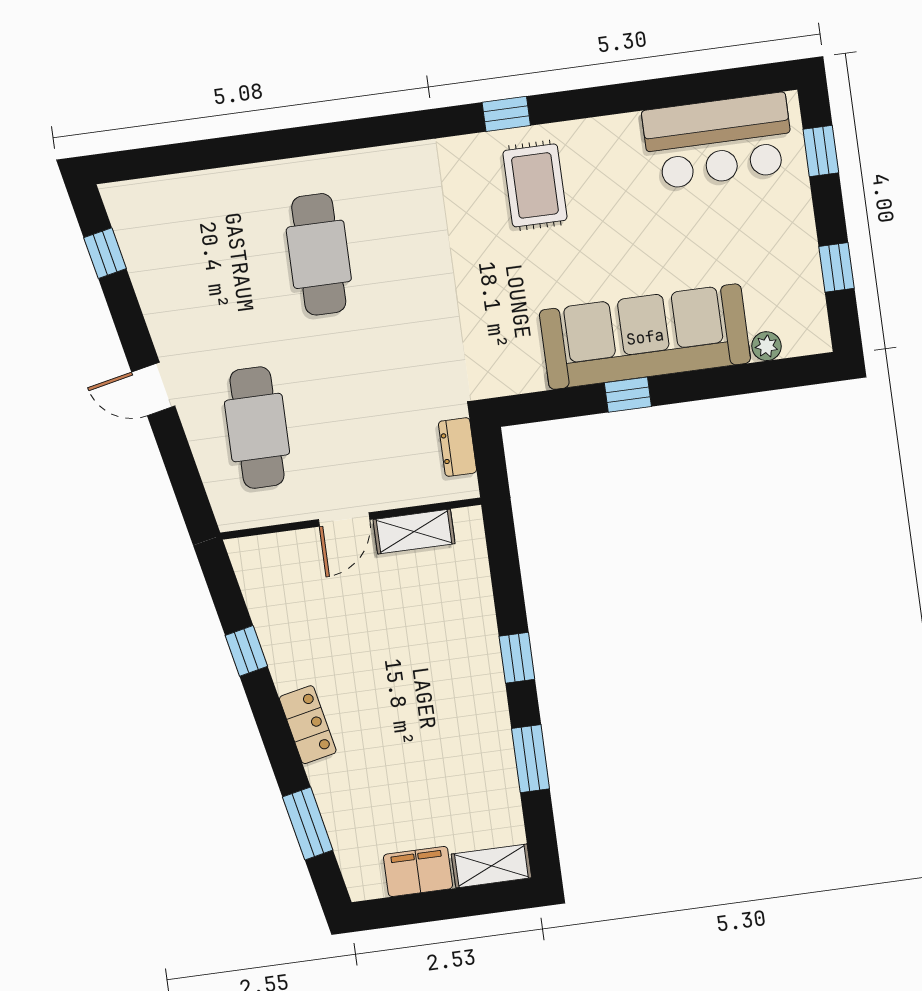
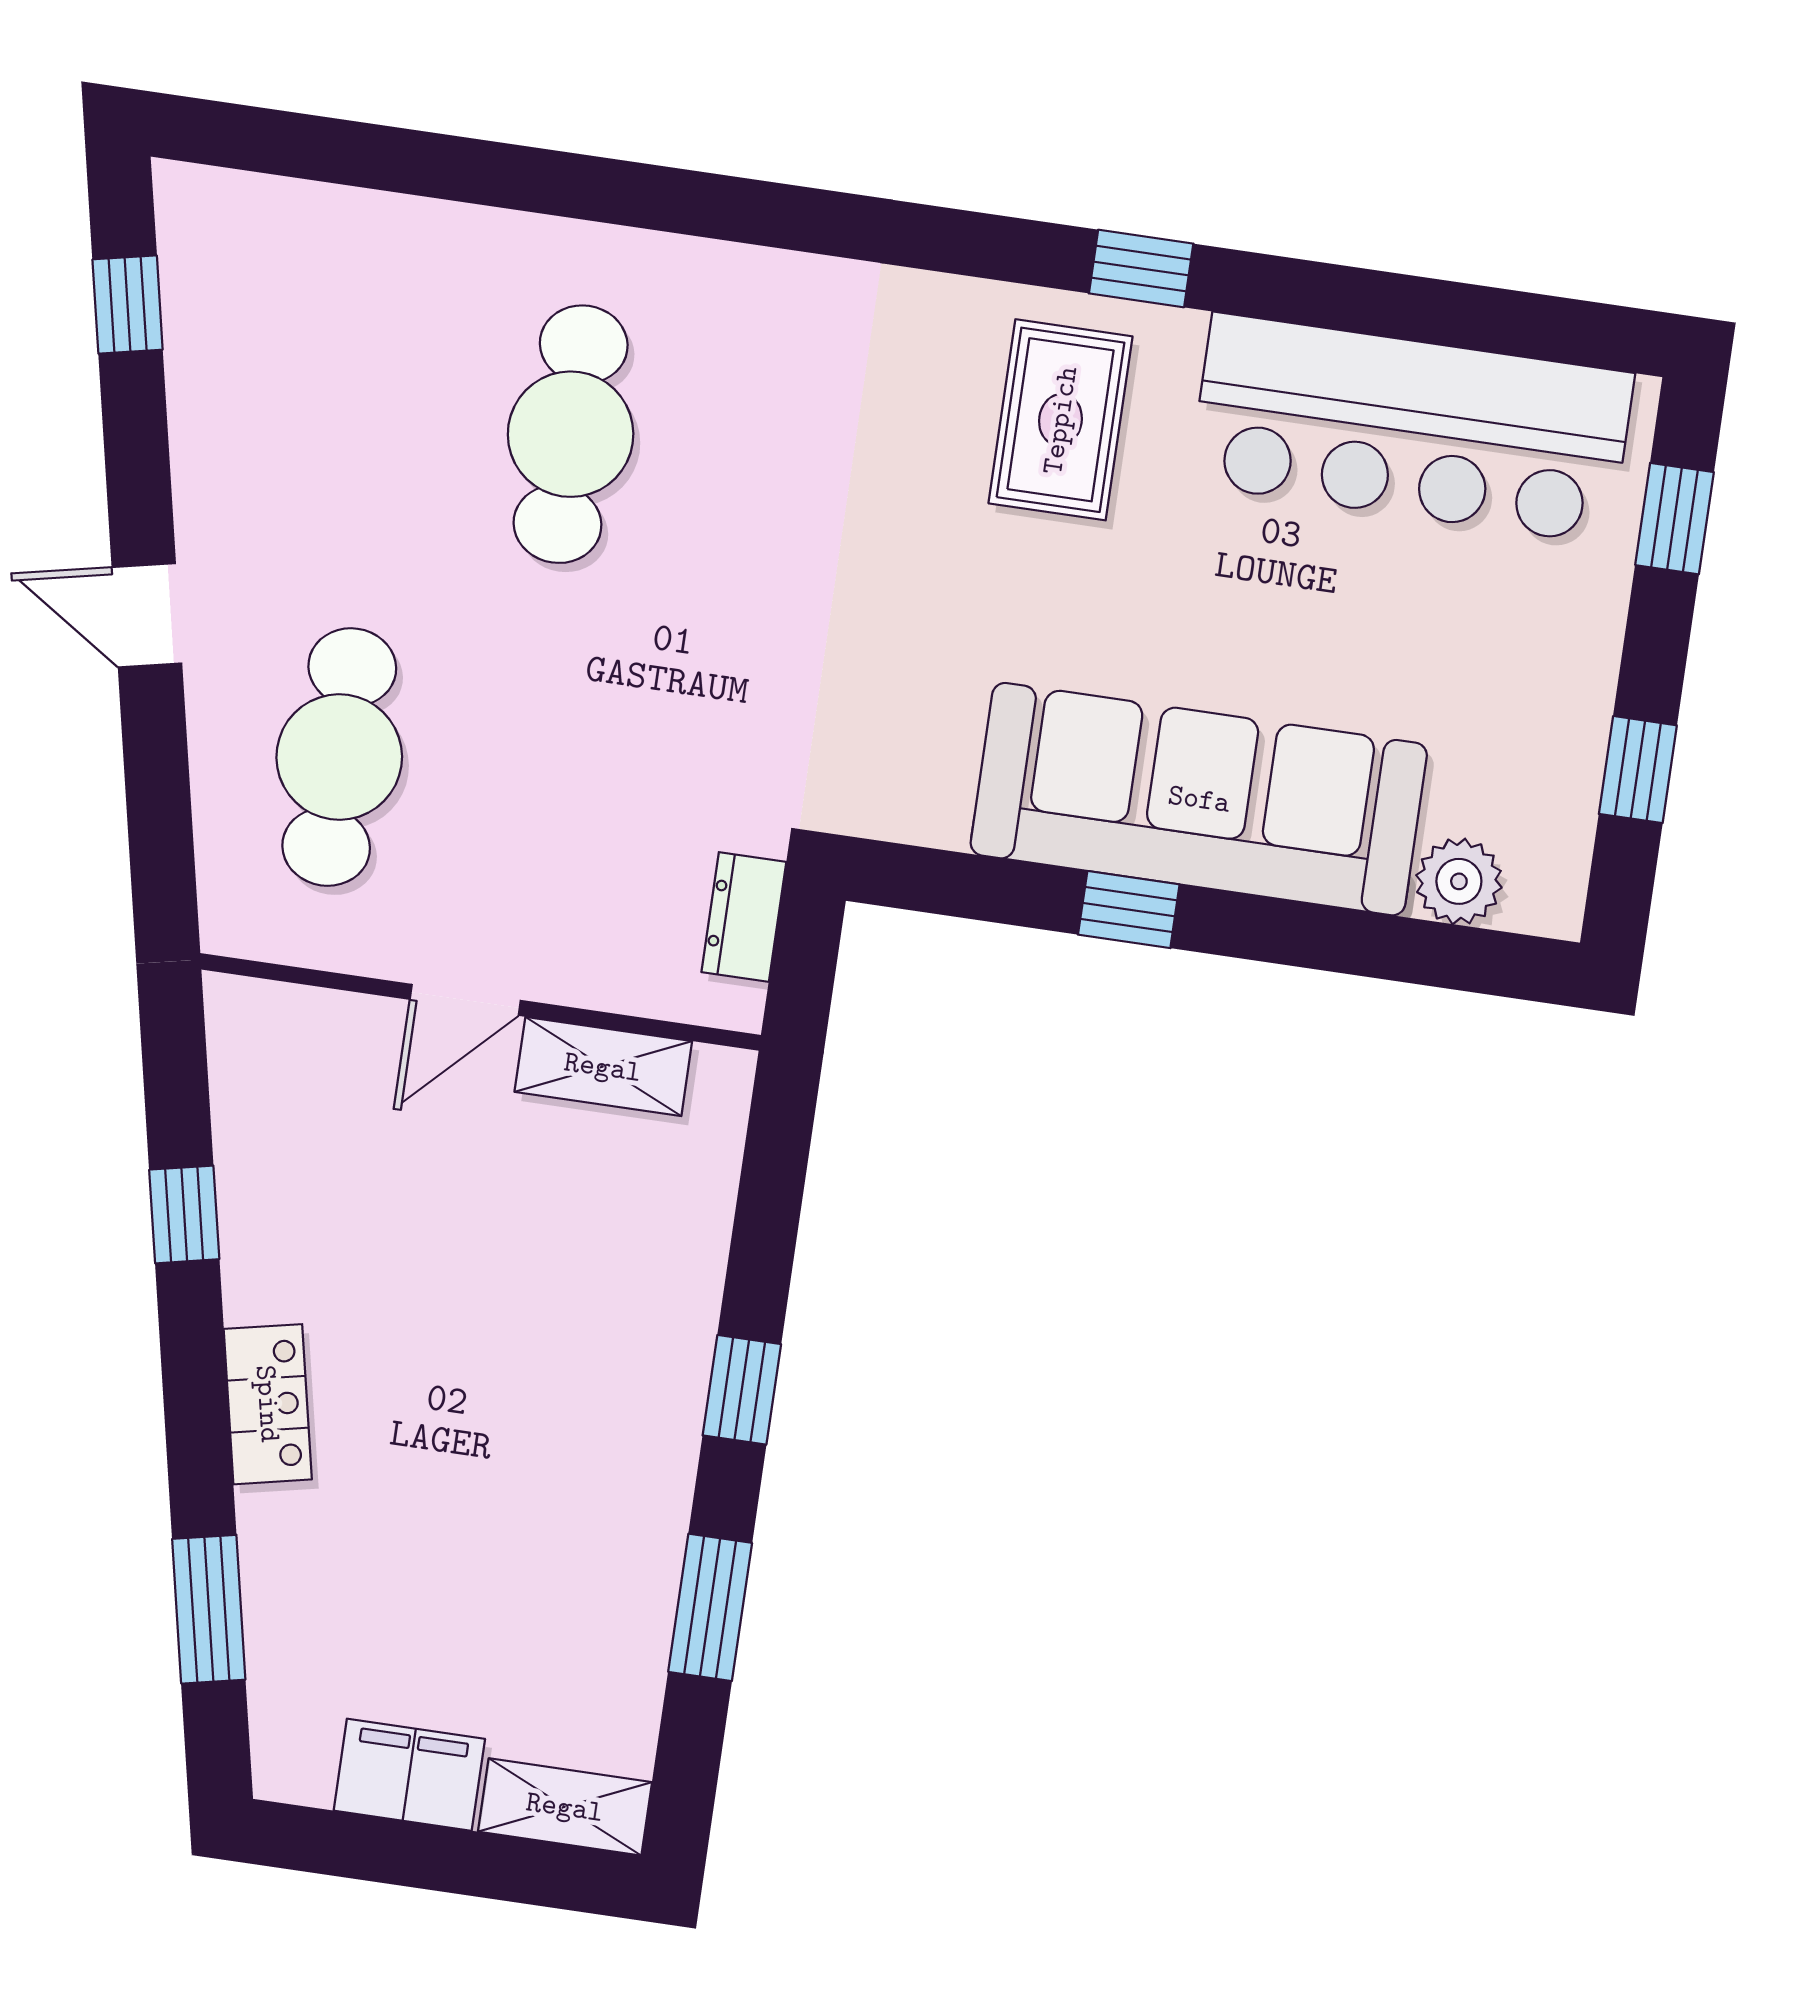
window: (506, 114) -> (1141, 269), moved
bar counter: (718, 141) -> (1411, 429), width x1.36
plant: (766, 346) -> (1459, 881), width x1.38, depth x1.38

